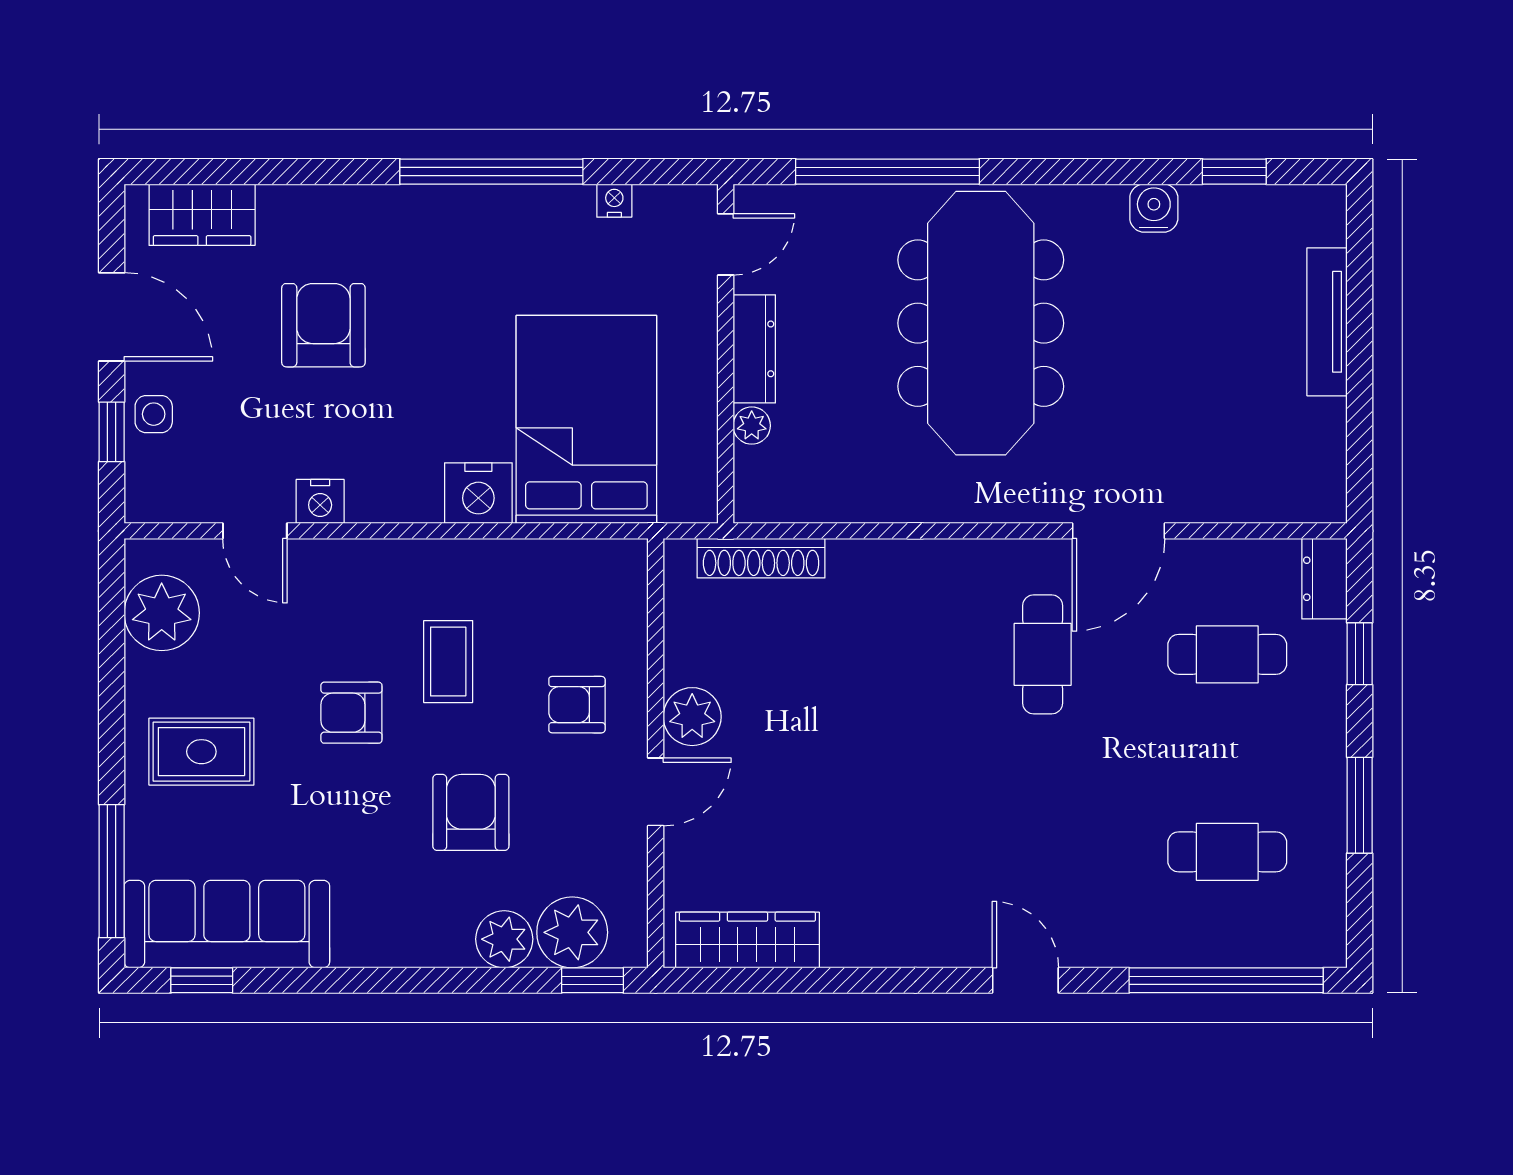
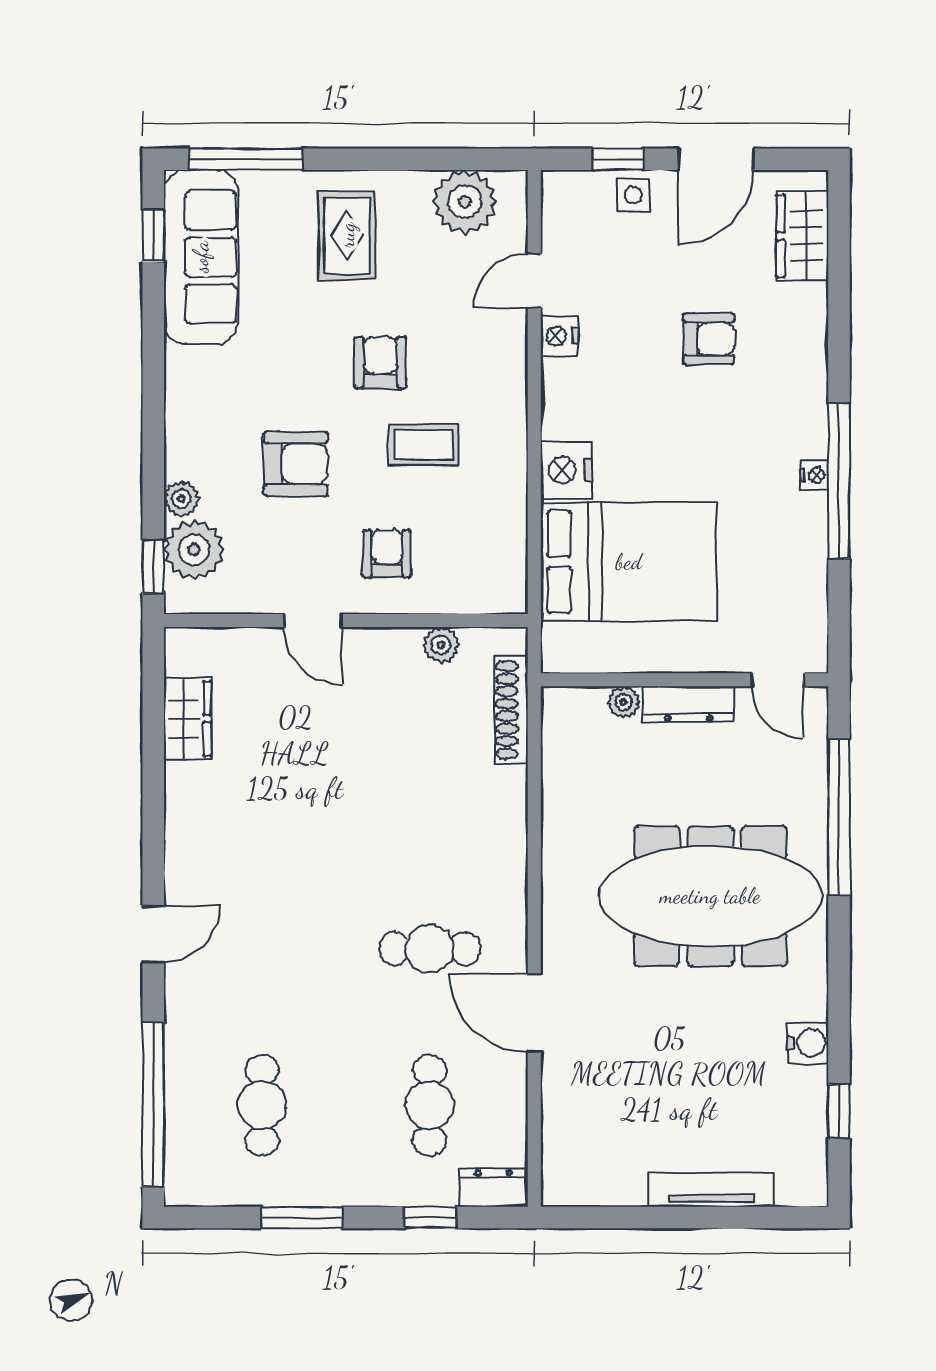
nightstand: (614, 201) -> (814, 475), moved
armchair: (323, 325) -> (709, 339), width x0.72, depth x0.72
plant: (692, 717) -> (441, 645), moved, width x0.73, depth x0.73
plant: (504, 939) -> (181, 499), width x0.73, depth x0.73
wardrobe: (747, 940) -> (187, 719), width x0.67

